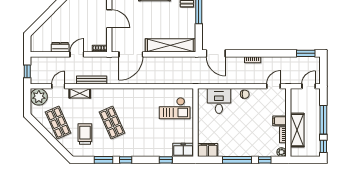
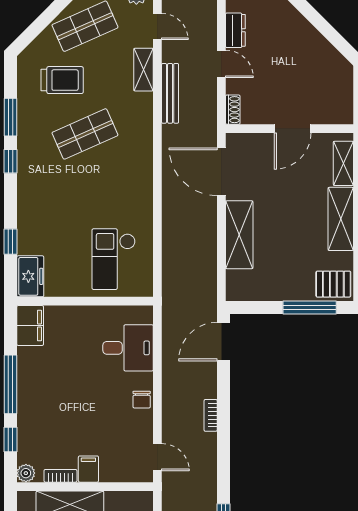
shelving: (170, 45) -> (239, 235), width x0.68

